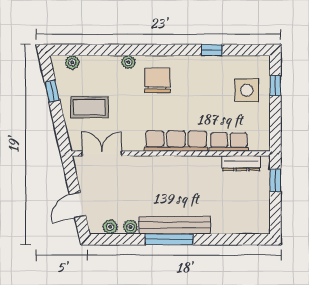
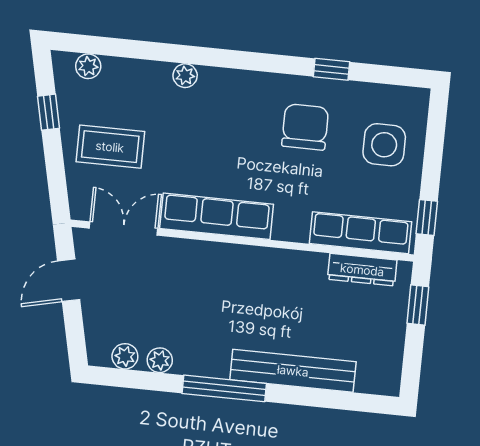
chair: (157, 81) -> (305, 127), moved
window: (275, 85) -> (427, 217), moved
row of seats: (176, 141) -> (217, 216), moved
row of seats: (229, 142) -> (360, 233), width x1.48
door: (78, 205) -> (69, 280), moved
bench: (175, 225) -> (293, 371), moved

